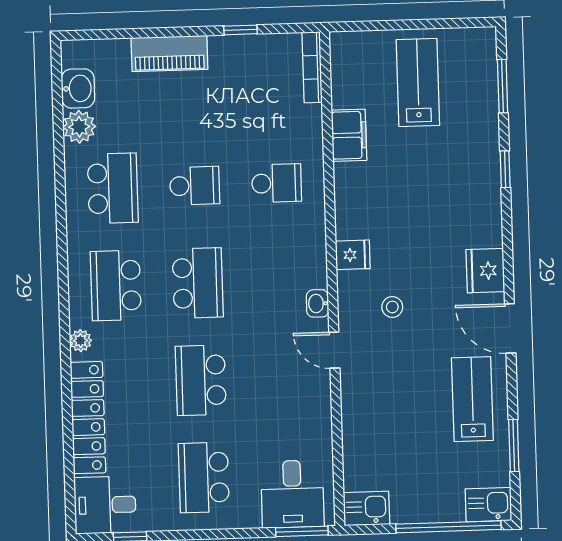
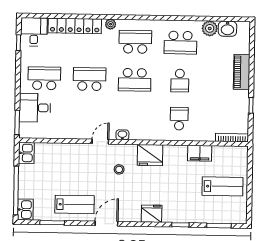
school desk: (277, 183) -> (179, 119), turned 180
fridge: (353, 255) -> (150, 155), width x1.88, depth x1.34
fridge: (485, 271) -> (152, 214), moved
desk: (292, 494) -> (35, 108), moved

